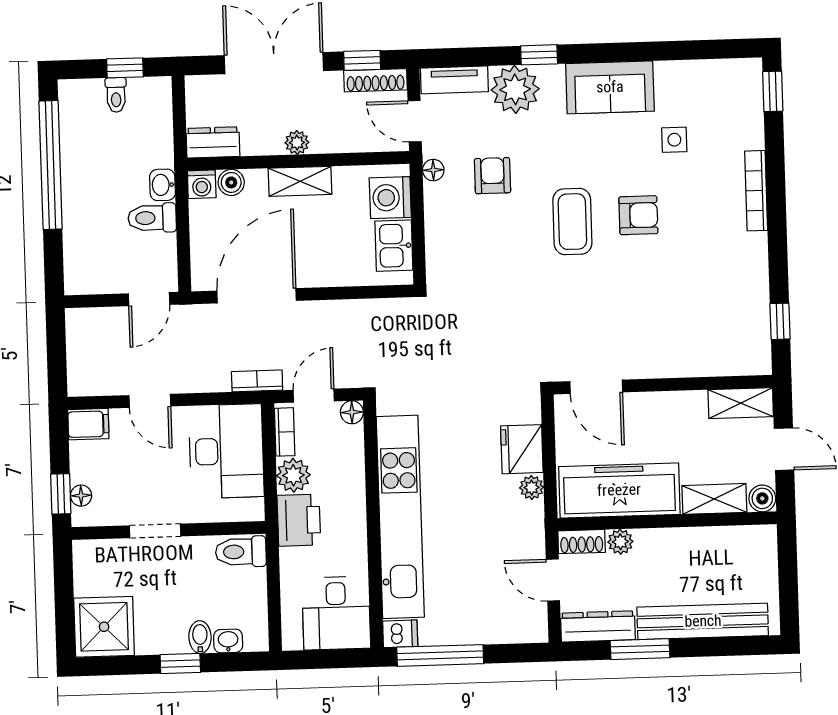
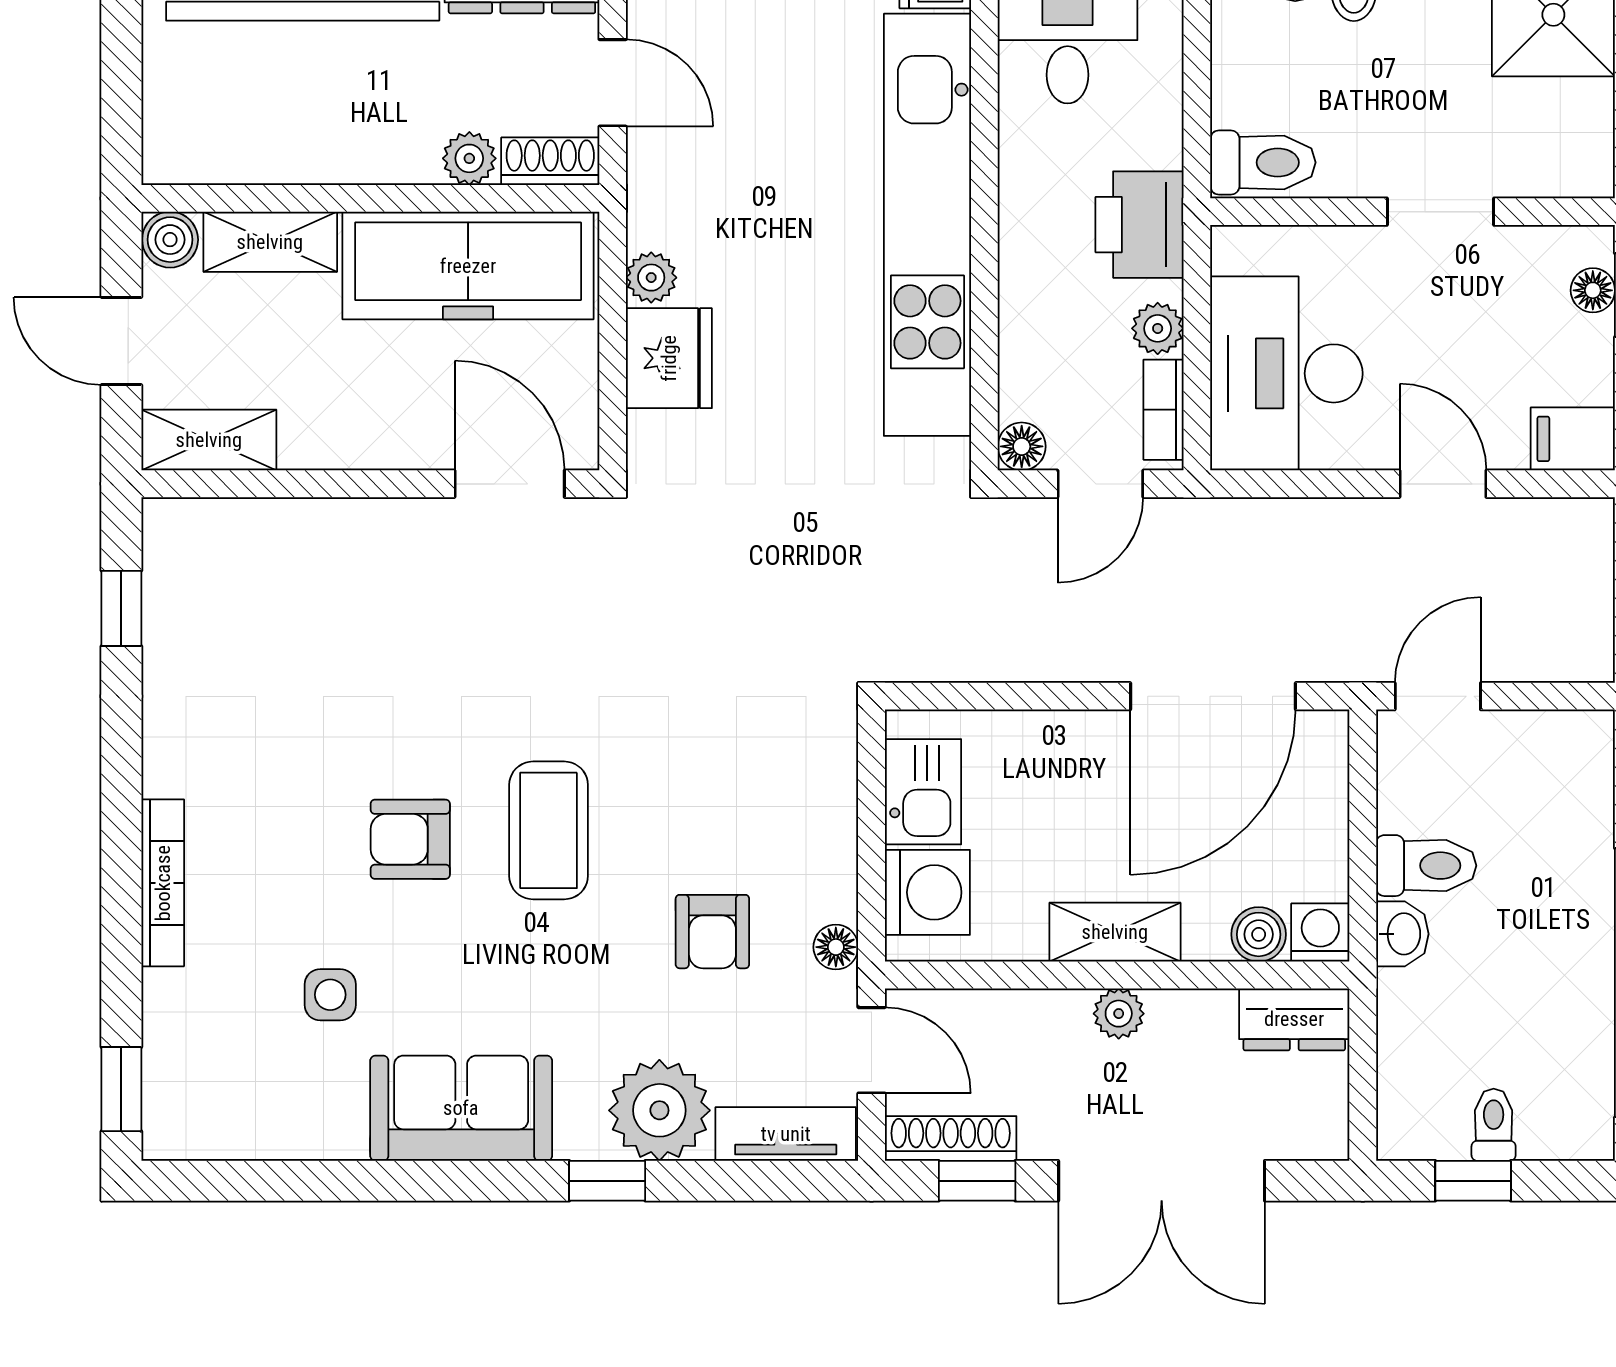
bookcase: (257, 381) -> (1218, 518), removed
plant: (293, 475) -> (1158, 328), width x0.73, depth x0.73

